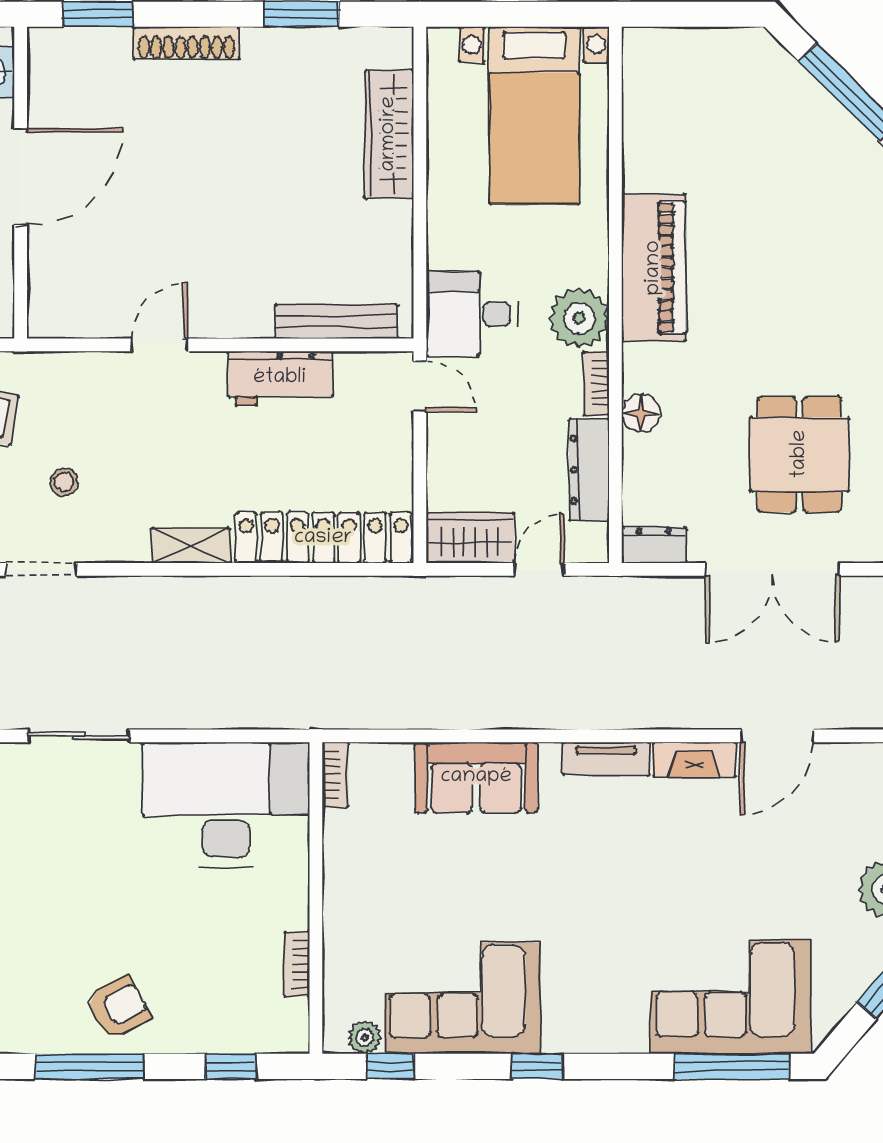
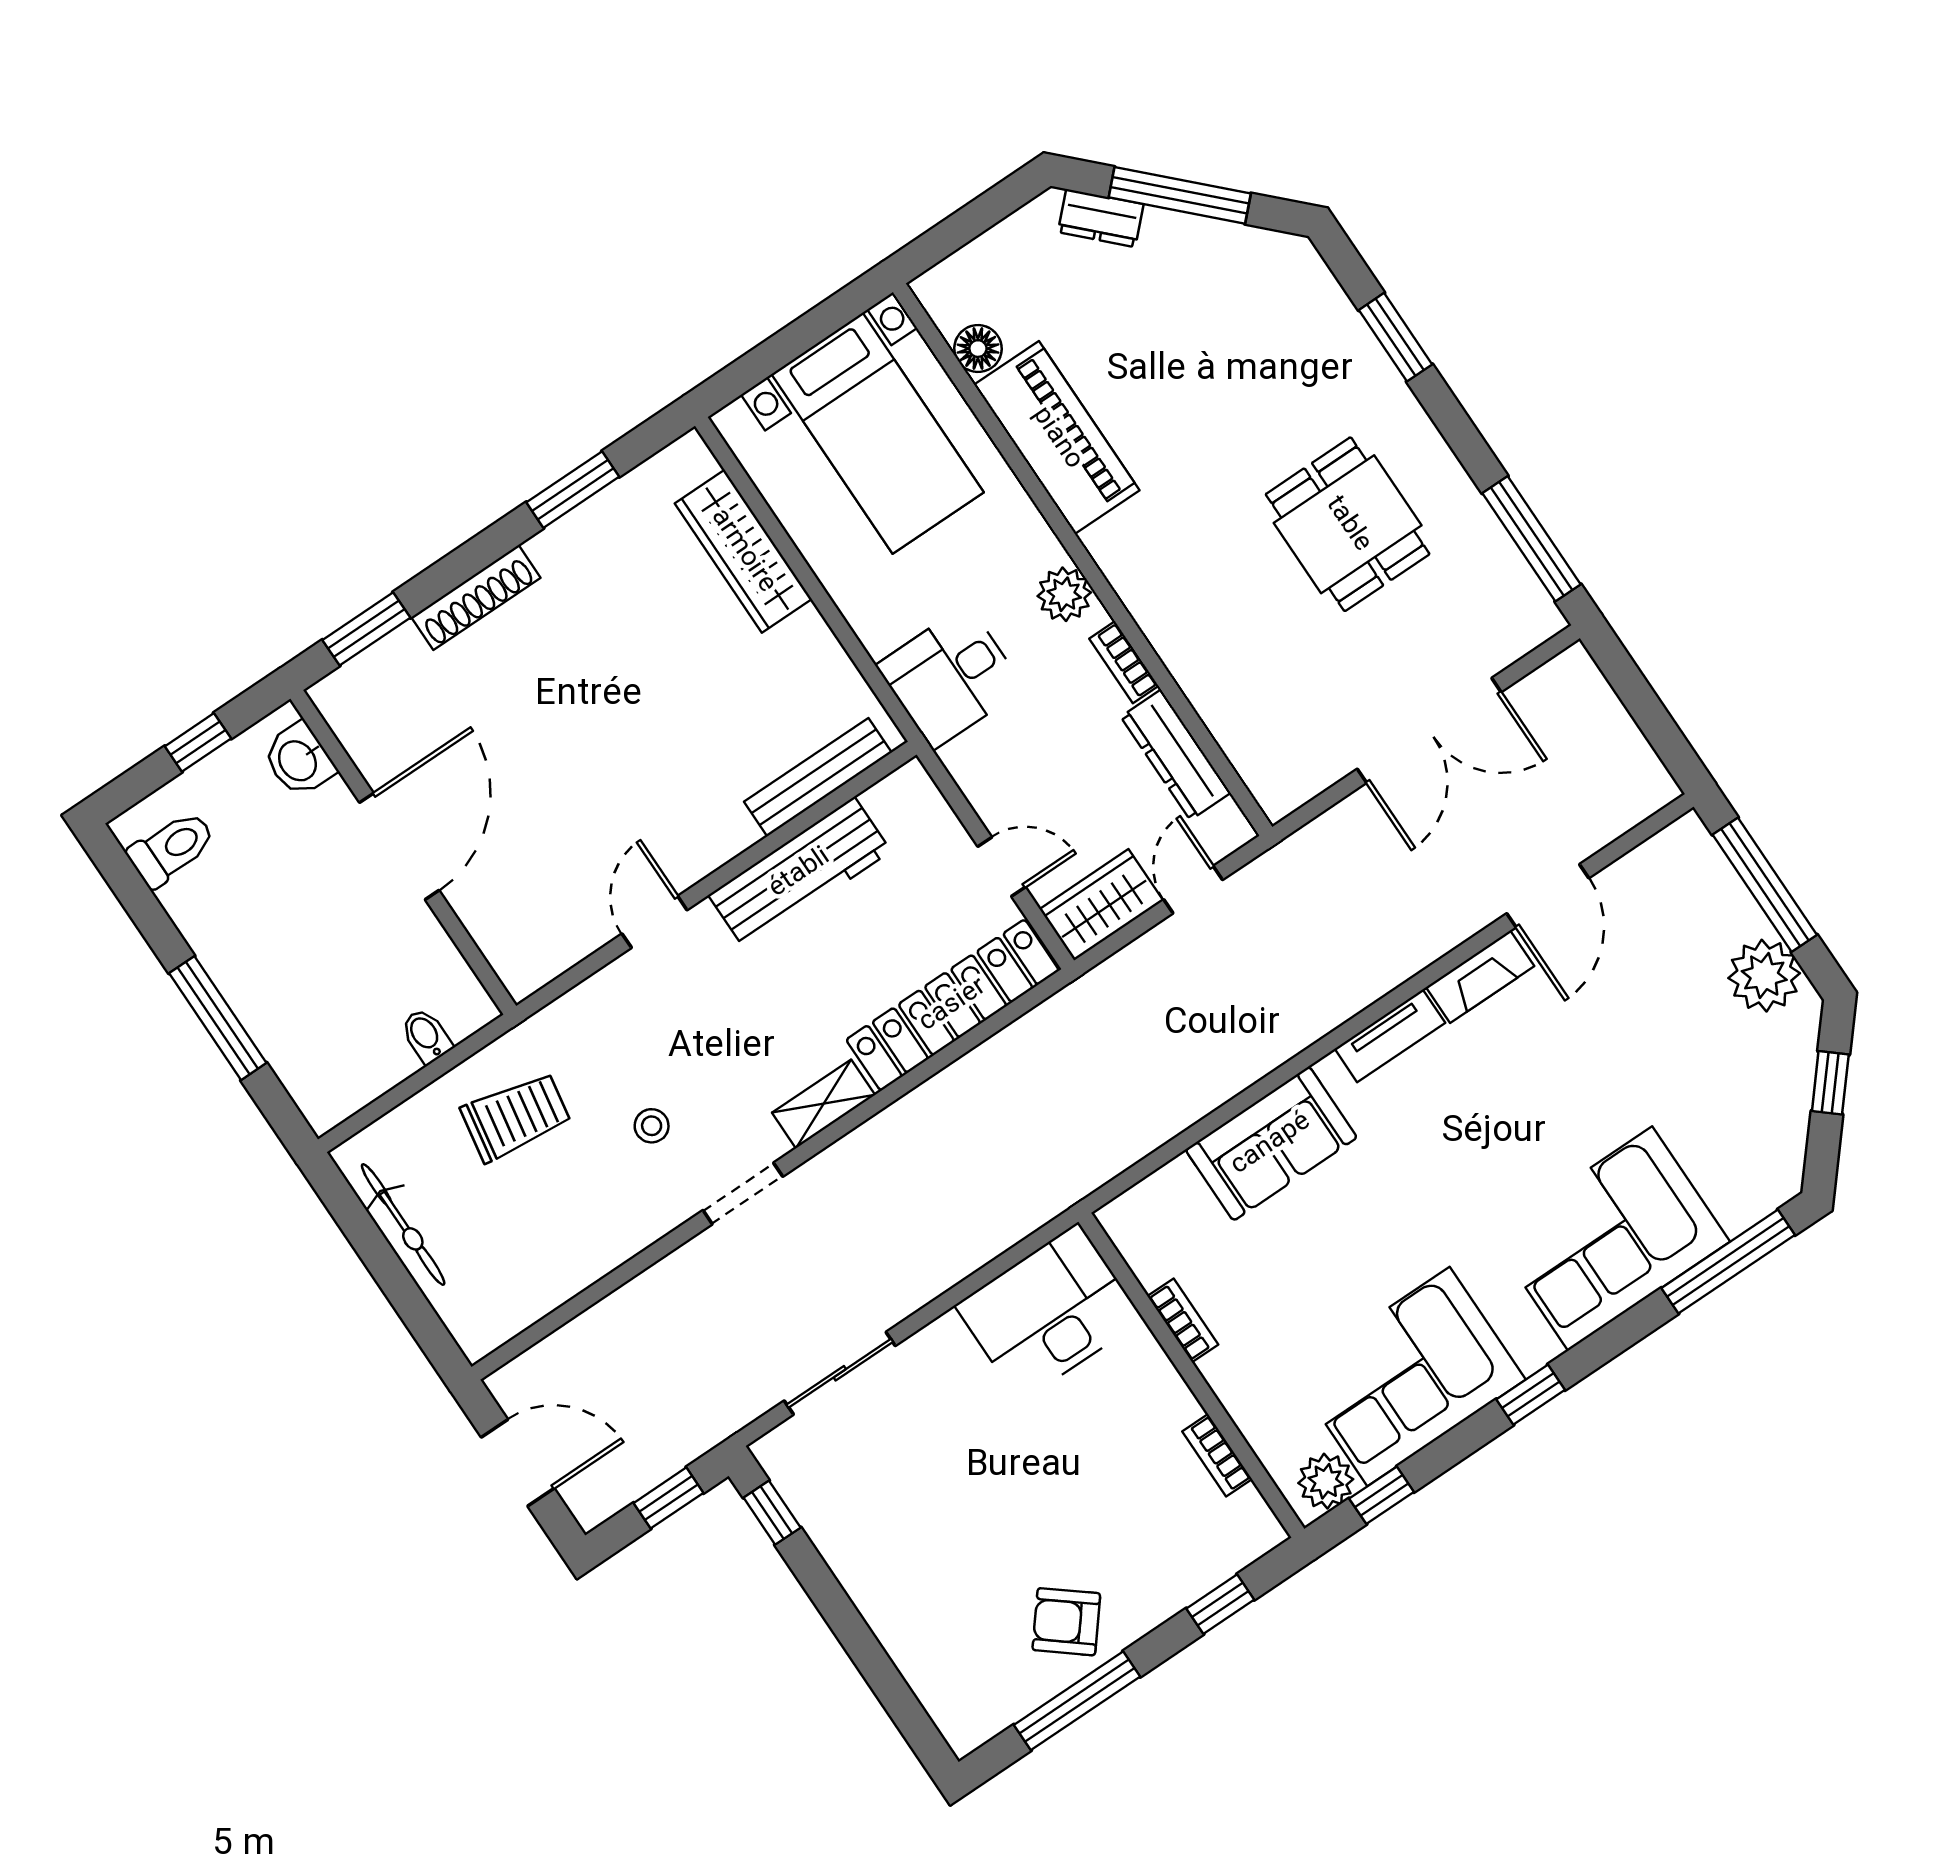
piano: (654, 268) -> (1057, 438), moved
plant: (579, 318) -> (1064, 594), width x0.73, depth x0.73
workbench: (280, 378) -> (800, 873), width x1.38
door: (420, 386) -> (1002, 867), moved
floor lamp: (641, 413) -> (978, 349), moved
dining table: (800, 454) -> (1348, 524), moved
dresser: (654, 545) -> (1101, 218), moved, turned -135
doorway: (41, 569) -> (743, 1193), moved
bookcase: (335, 775) -> (1183, 1320), moved
desk: (226, 805) -> (1049, 1312), width x0.73, depth x0.77
corner sofa: (731, 997) -> (1610, 1239), moved
armchair: (118, 1008) -> (1066, 1622), turned -111
plant: (365, 1037) -> (1326, 1481), width x1.38, depth x1.38

